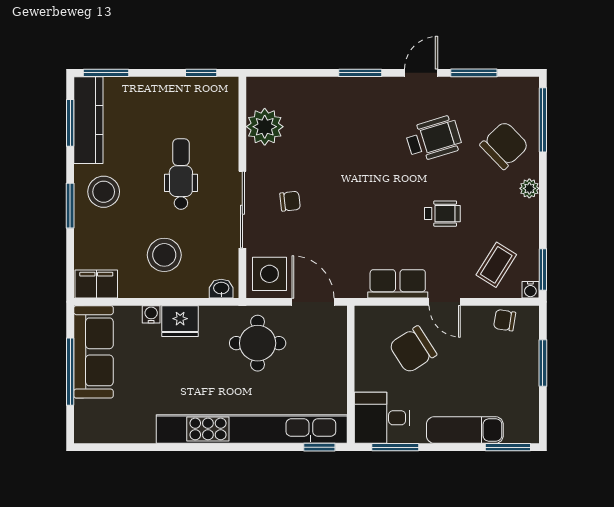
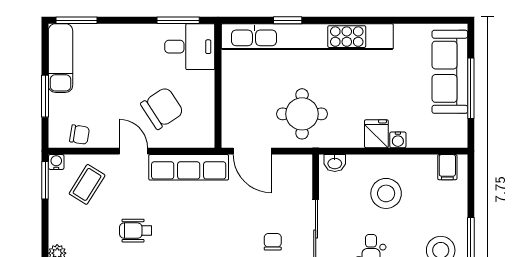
chair: (290, 201) -> (273, 242), turned 96
side table: (269, 274) -> (291, 176), removed
filing cabinet: (96, 284) -> (447, 167), width x0.50
row of seats: (398, 284) -> (189, 167), width x1.48
fridge: (180, 321) -> (376, 134), width x0.72
sofa: (93, 352) -> (450, 72), moved
exam couch: (465, 430) -> (60, 58), moved, turned -90
window: (319, 447) -> (288, 20), moved

